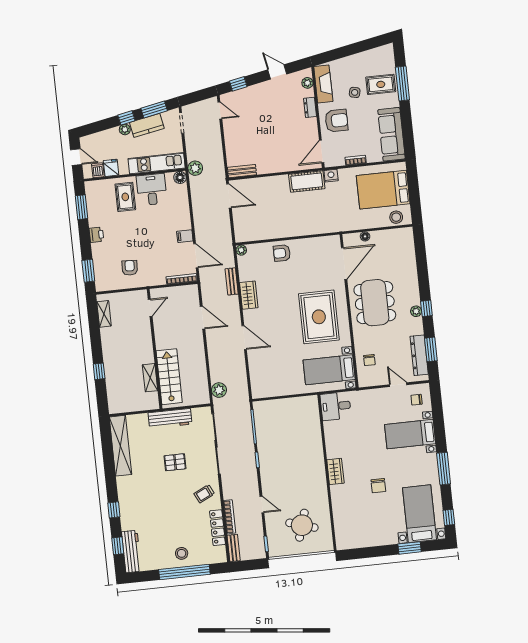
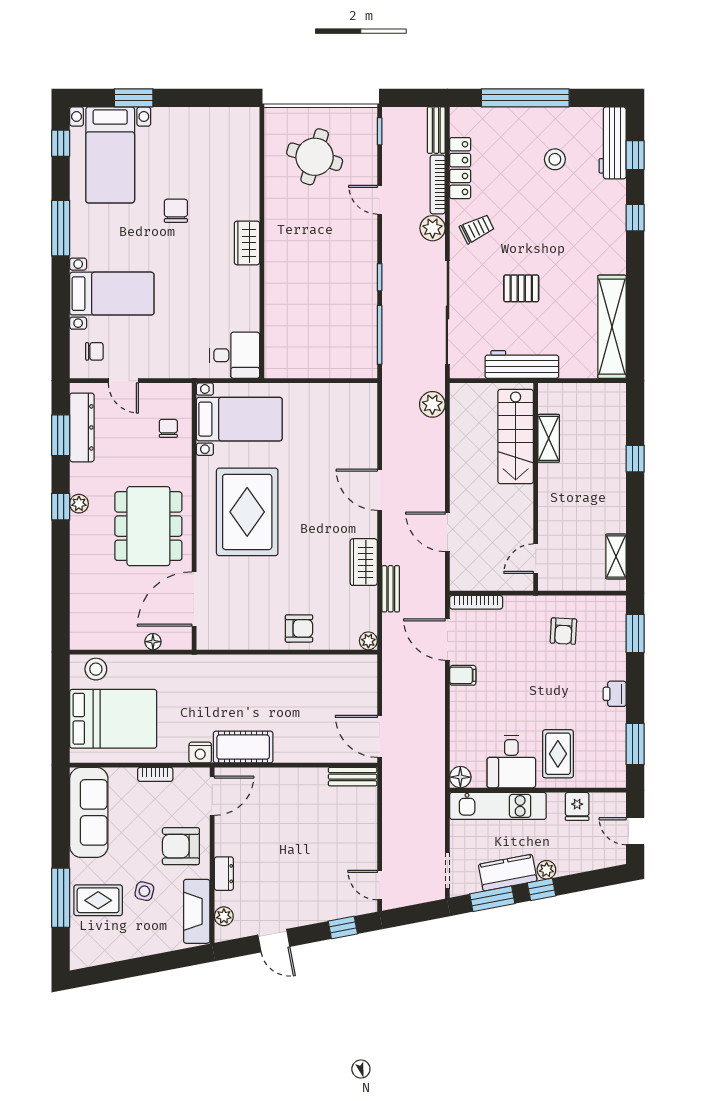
plant: (195, 168) -> (433, 228), moved
dishwasher: (98, 170) -> (600, 805), removed
stool: (182, 553) -> (555, 159), moved

